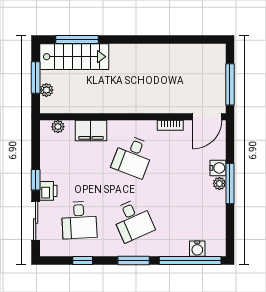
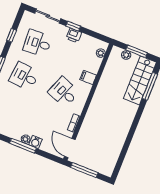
filing cabinet: (91, 131) -> (88, 77), width x0.50
printer: (48, 191) -> (74, 36), moved
desk: (133, 220) -> (24, 76), turned 30

